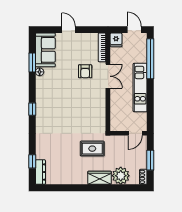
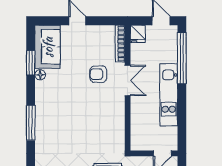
armchair: (85, 71) -> (98, 74), turned 90
window: (32, 109) -> (31, 123), width x2.17

